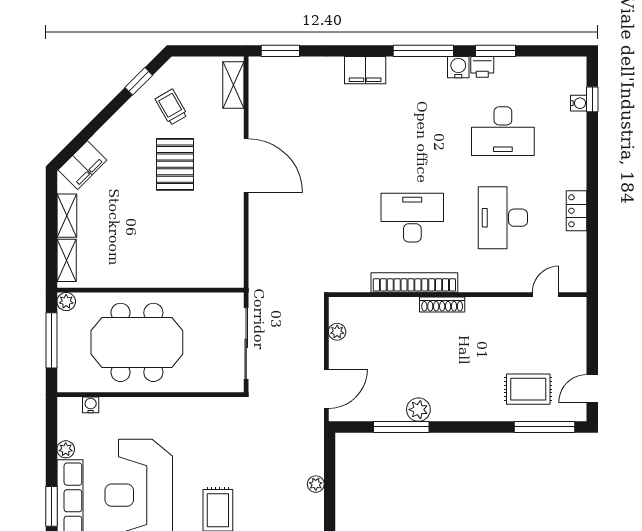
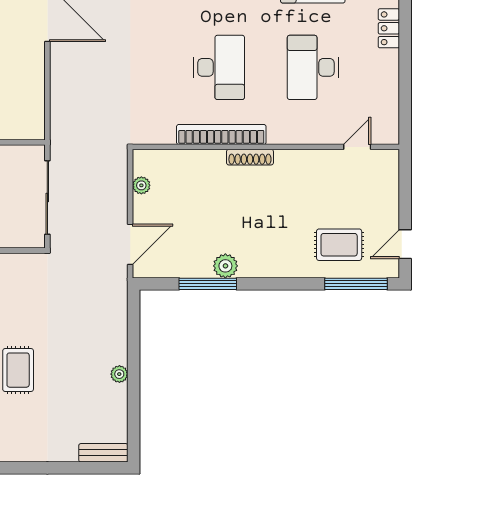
locker: (576, 211) -> (389, 28), moved
desk: (412, 218) -> (219, 67), turned 90
plant: (316, 484) -> (119, 374), moved

